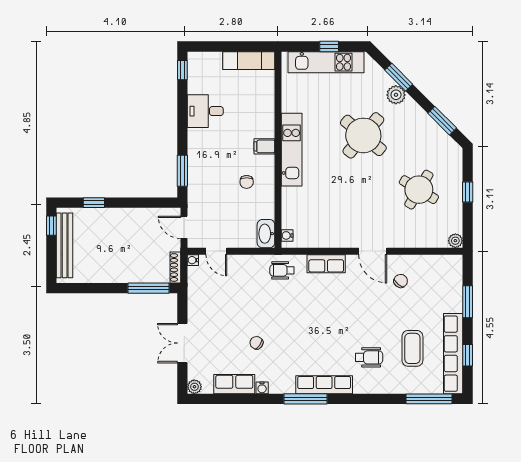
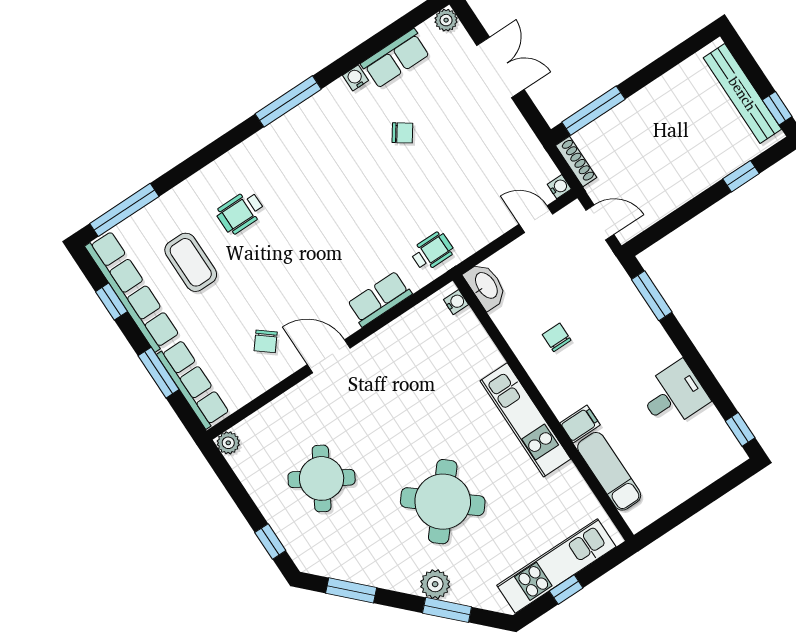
exam couch: (249, 61) -> (609, 471), moved, turned 90
filing cabinet: (264, 146) -> (580, 424), moved
window: (468, 192) -> (270, 542), moved
row of seats: (324, 385) -> (193, 384), moved, turned -90

